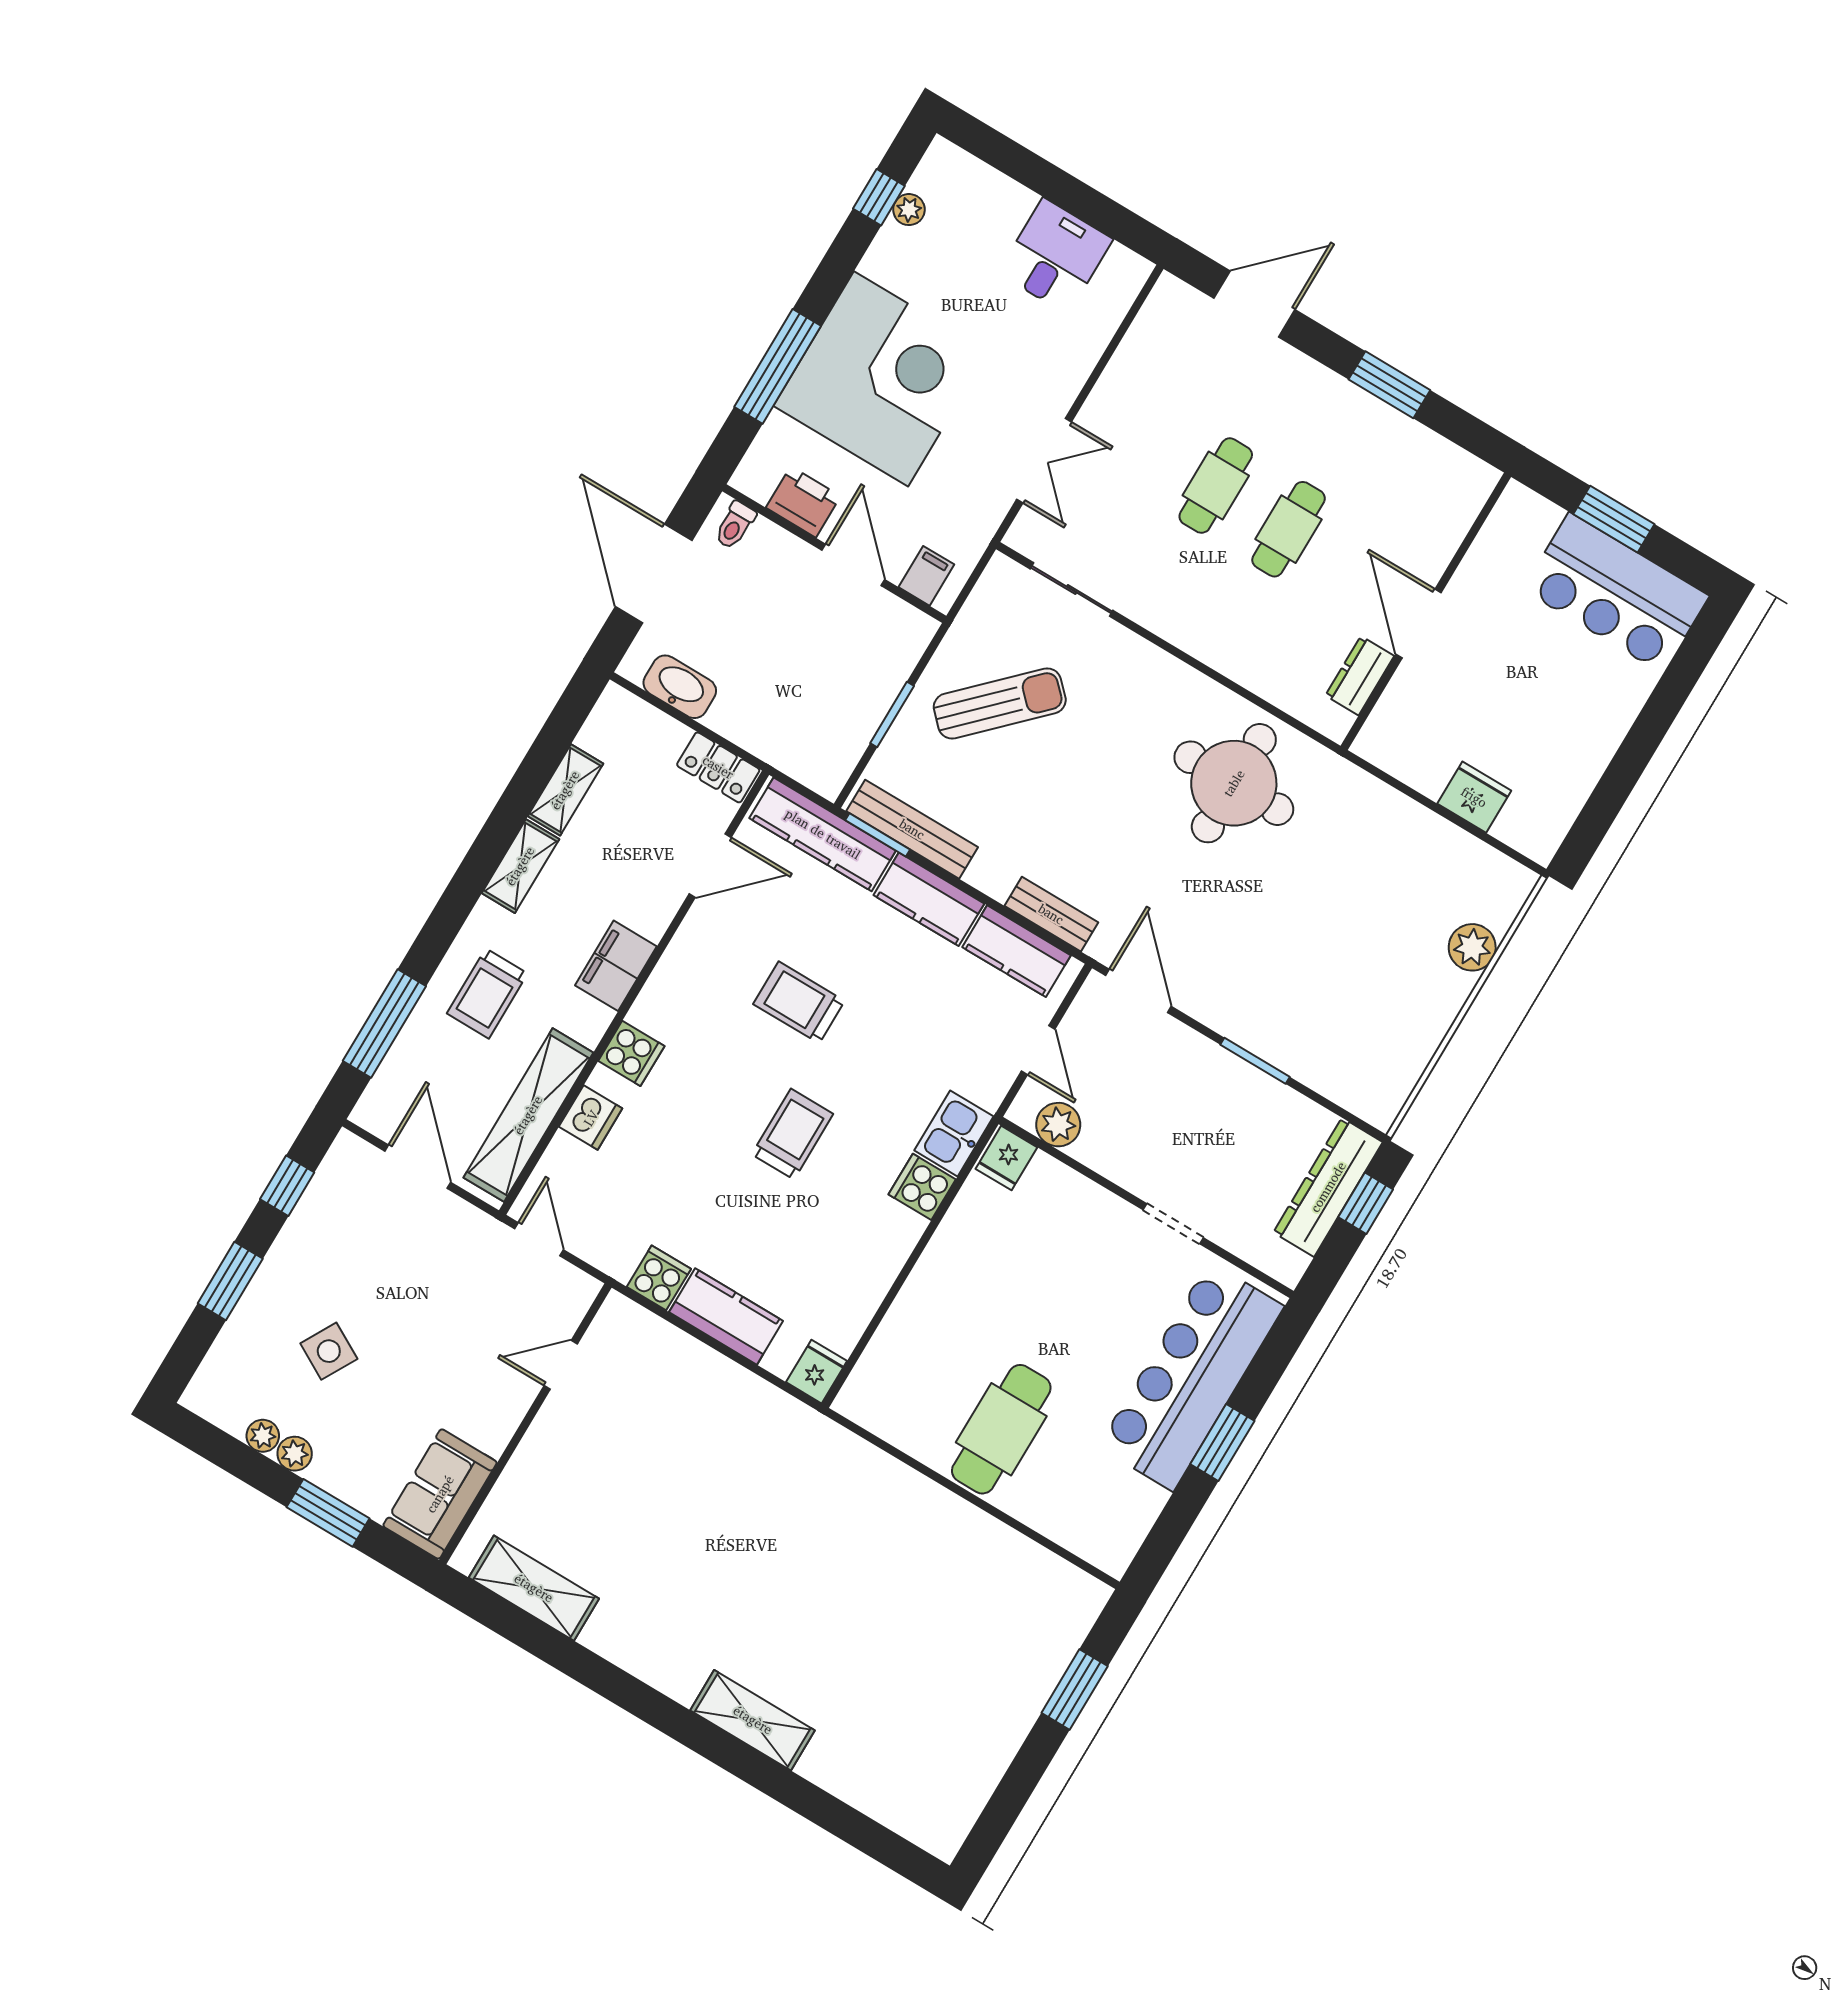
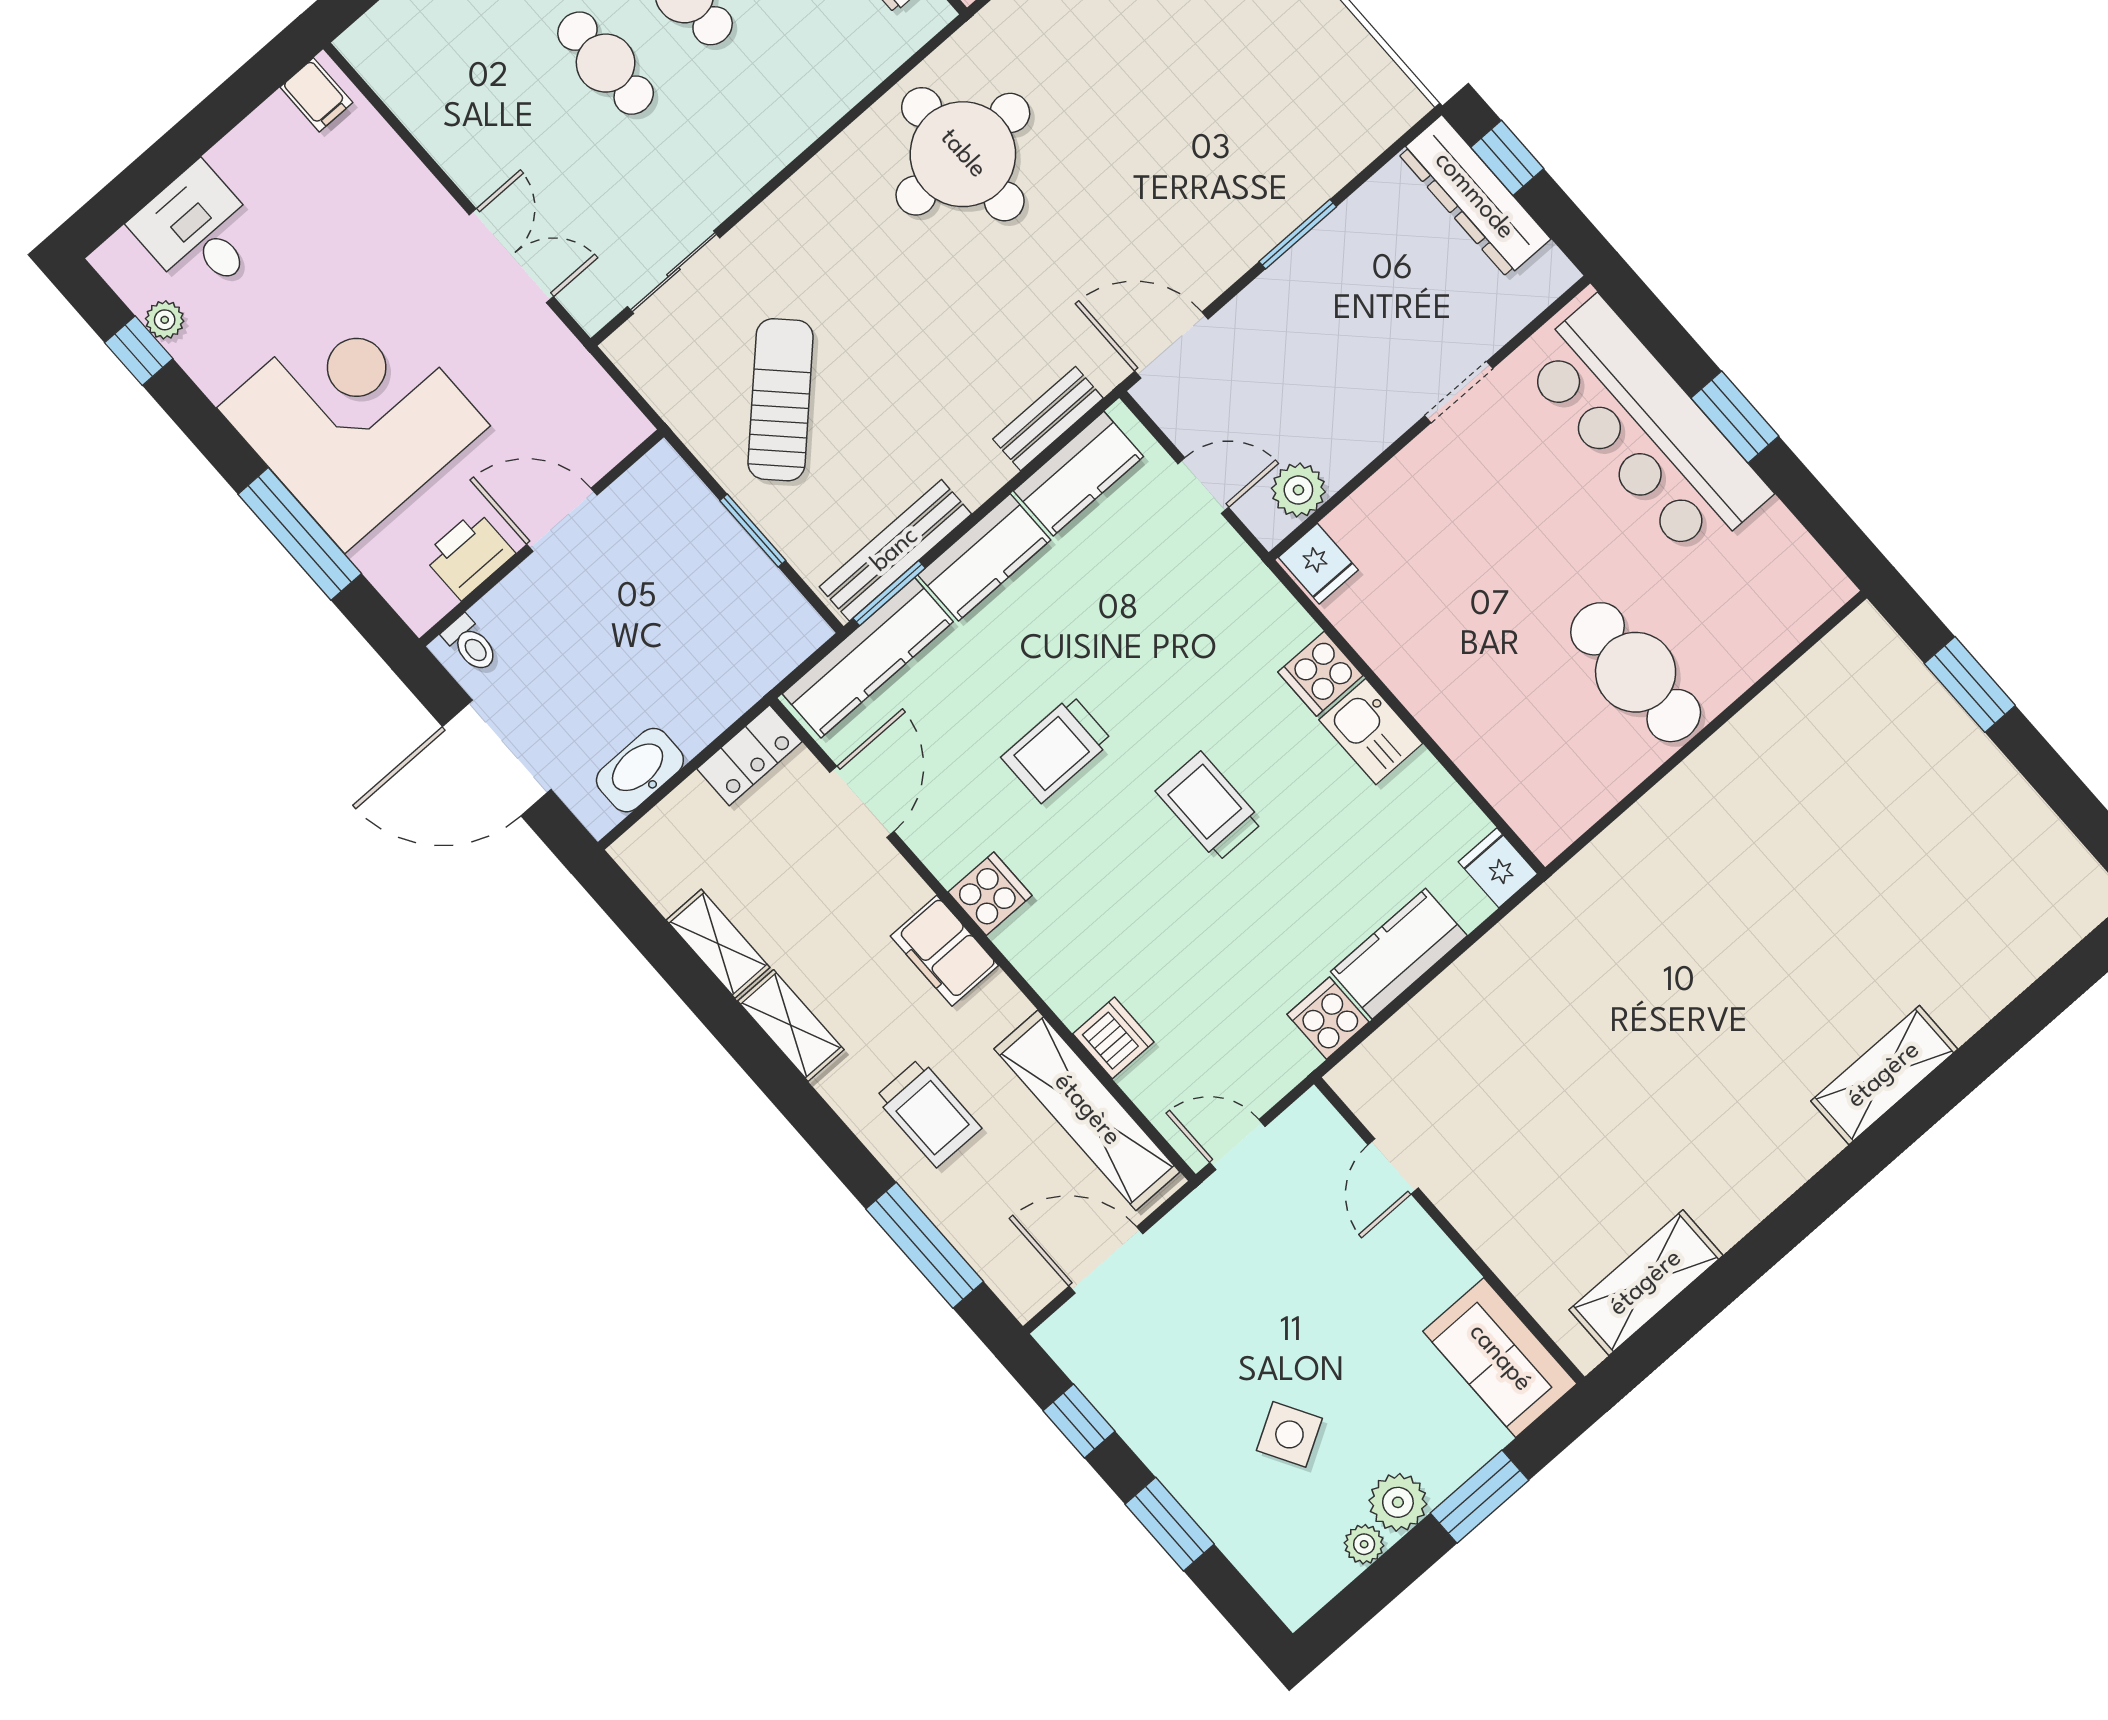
desk: (1055, 256) -> (199, 232), moved
filing cabinet: (926, 576) -> (316, 95), moved, turned 180
cooker: (631, 1053) -> (990, 894), moved
kitchen sink: (954, 1133) -> (1371, 732), moved
side table: (329, 1351) -> (1289, 1434), turned 31
plant: (295, 1454) -> (1398, 1502), width x1.38, depth x1.38

